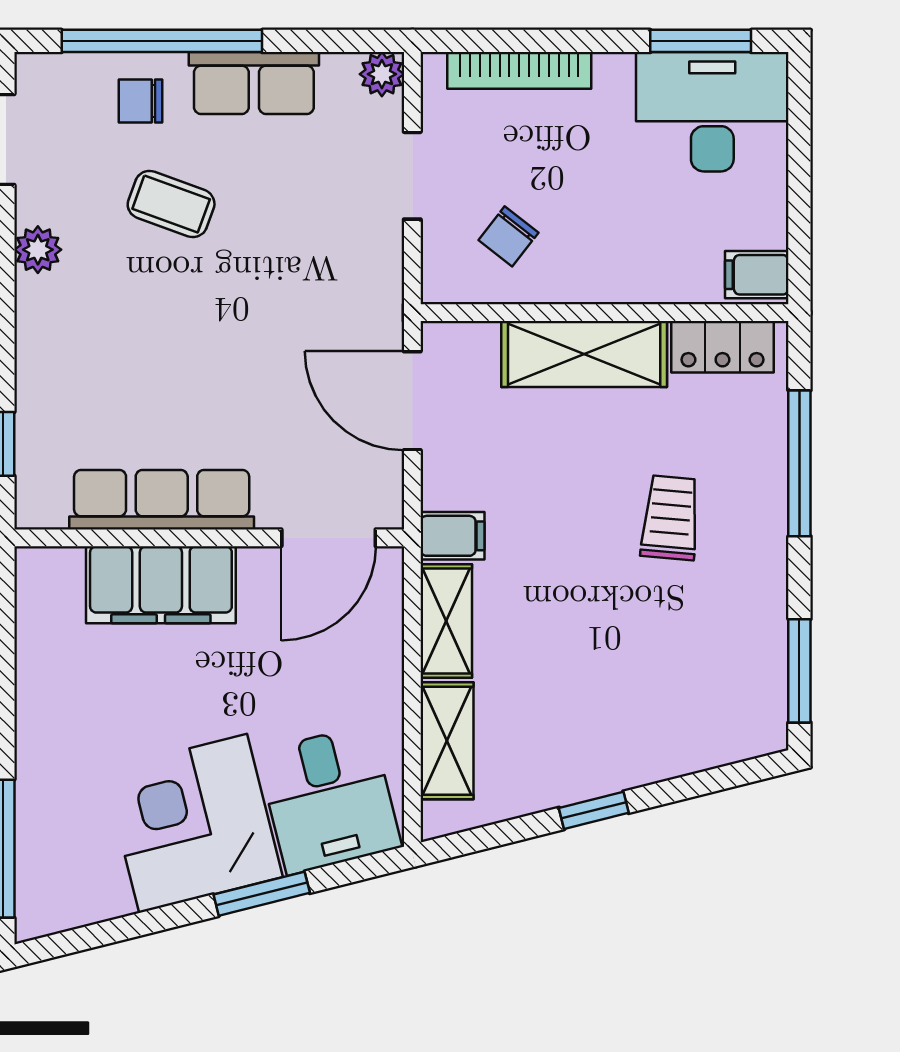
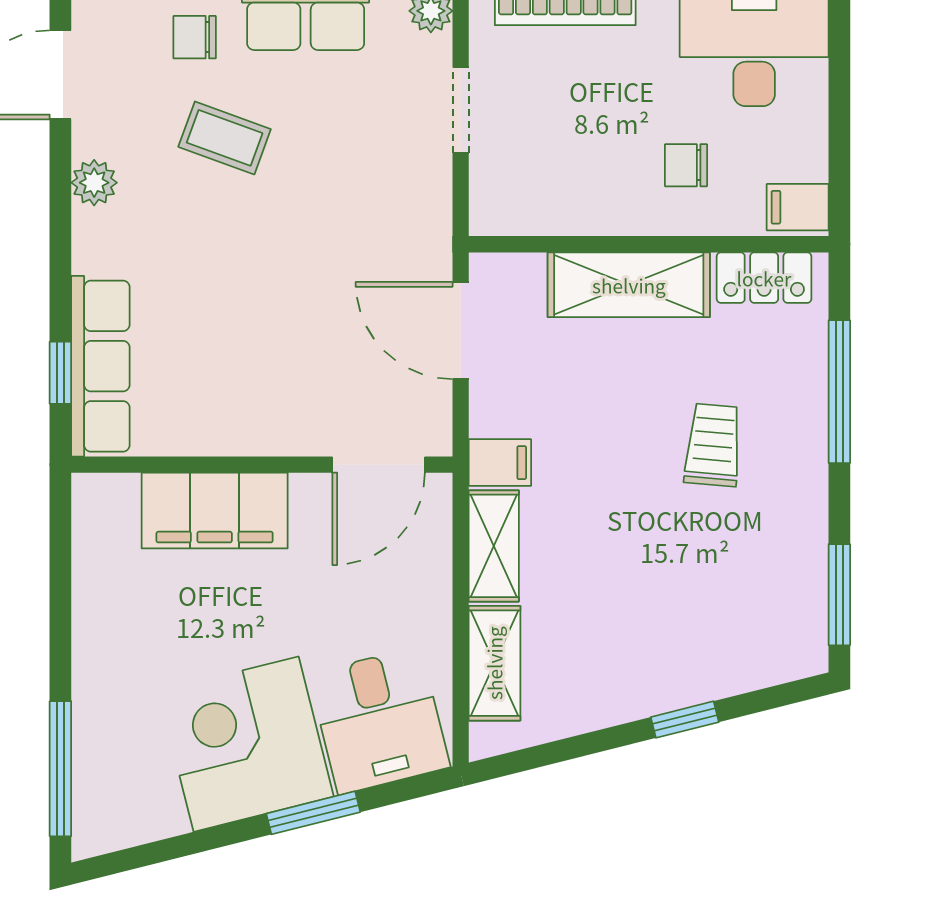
chair: (508, 236) -> (686, 165), moved, turned 52
row of seats: (162, 500) -> (100, 366), moved, turned 90
window: (594, 810) -> (685, 720), moved

